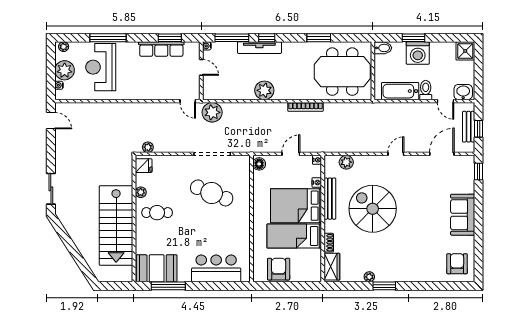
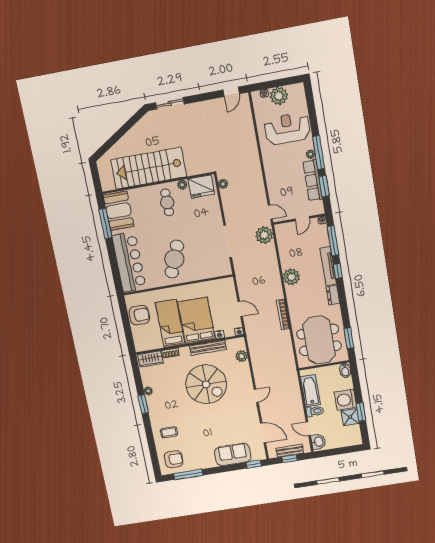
window: (108, 38) -> (319, 152), moved
window: (319, 38) -> (349, 338), moved
window: (413, 38) -> (361, 412), moved
plant: (64, 47) -> (311, 154), moved
dresser: (293, 48) -> (333, 295), added
shower: (465, 51) -> (350, 417), moved
door: (188, 101) -> (270, 212), swing flipped
door: (446, 101) -> (308, 429), hinge flipped
door: (396, 154) -> (256, 396), hinge flipped
floor lamp: (259, 164) -> (226, 283), removed
fridge: (144, 166) -> (201, 187), width x1.88, depth x1.34
cafe table: (212, 193) -> (174, 259), moved
spiral stairs: (373, 209) -> (206, 384), turned 90
sofa: (463, 215) -> (233, 455), moved
window: (478, 250) -> (188, 474), added
coffee table: (423, 263) -> (169, 432), added
bar counter: (216, 268) -> (129, 262), width x1.36

